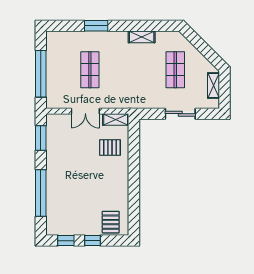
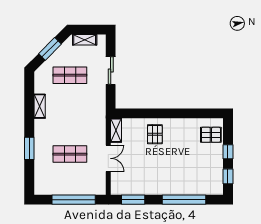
window: (204, 48) -> (50, 49), added
pallet: (110, 148) -> (155, 134), moved

